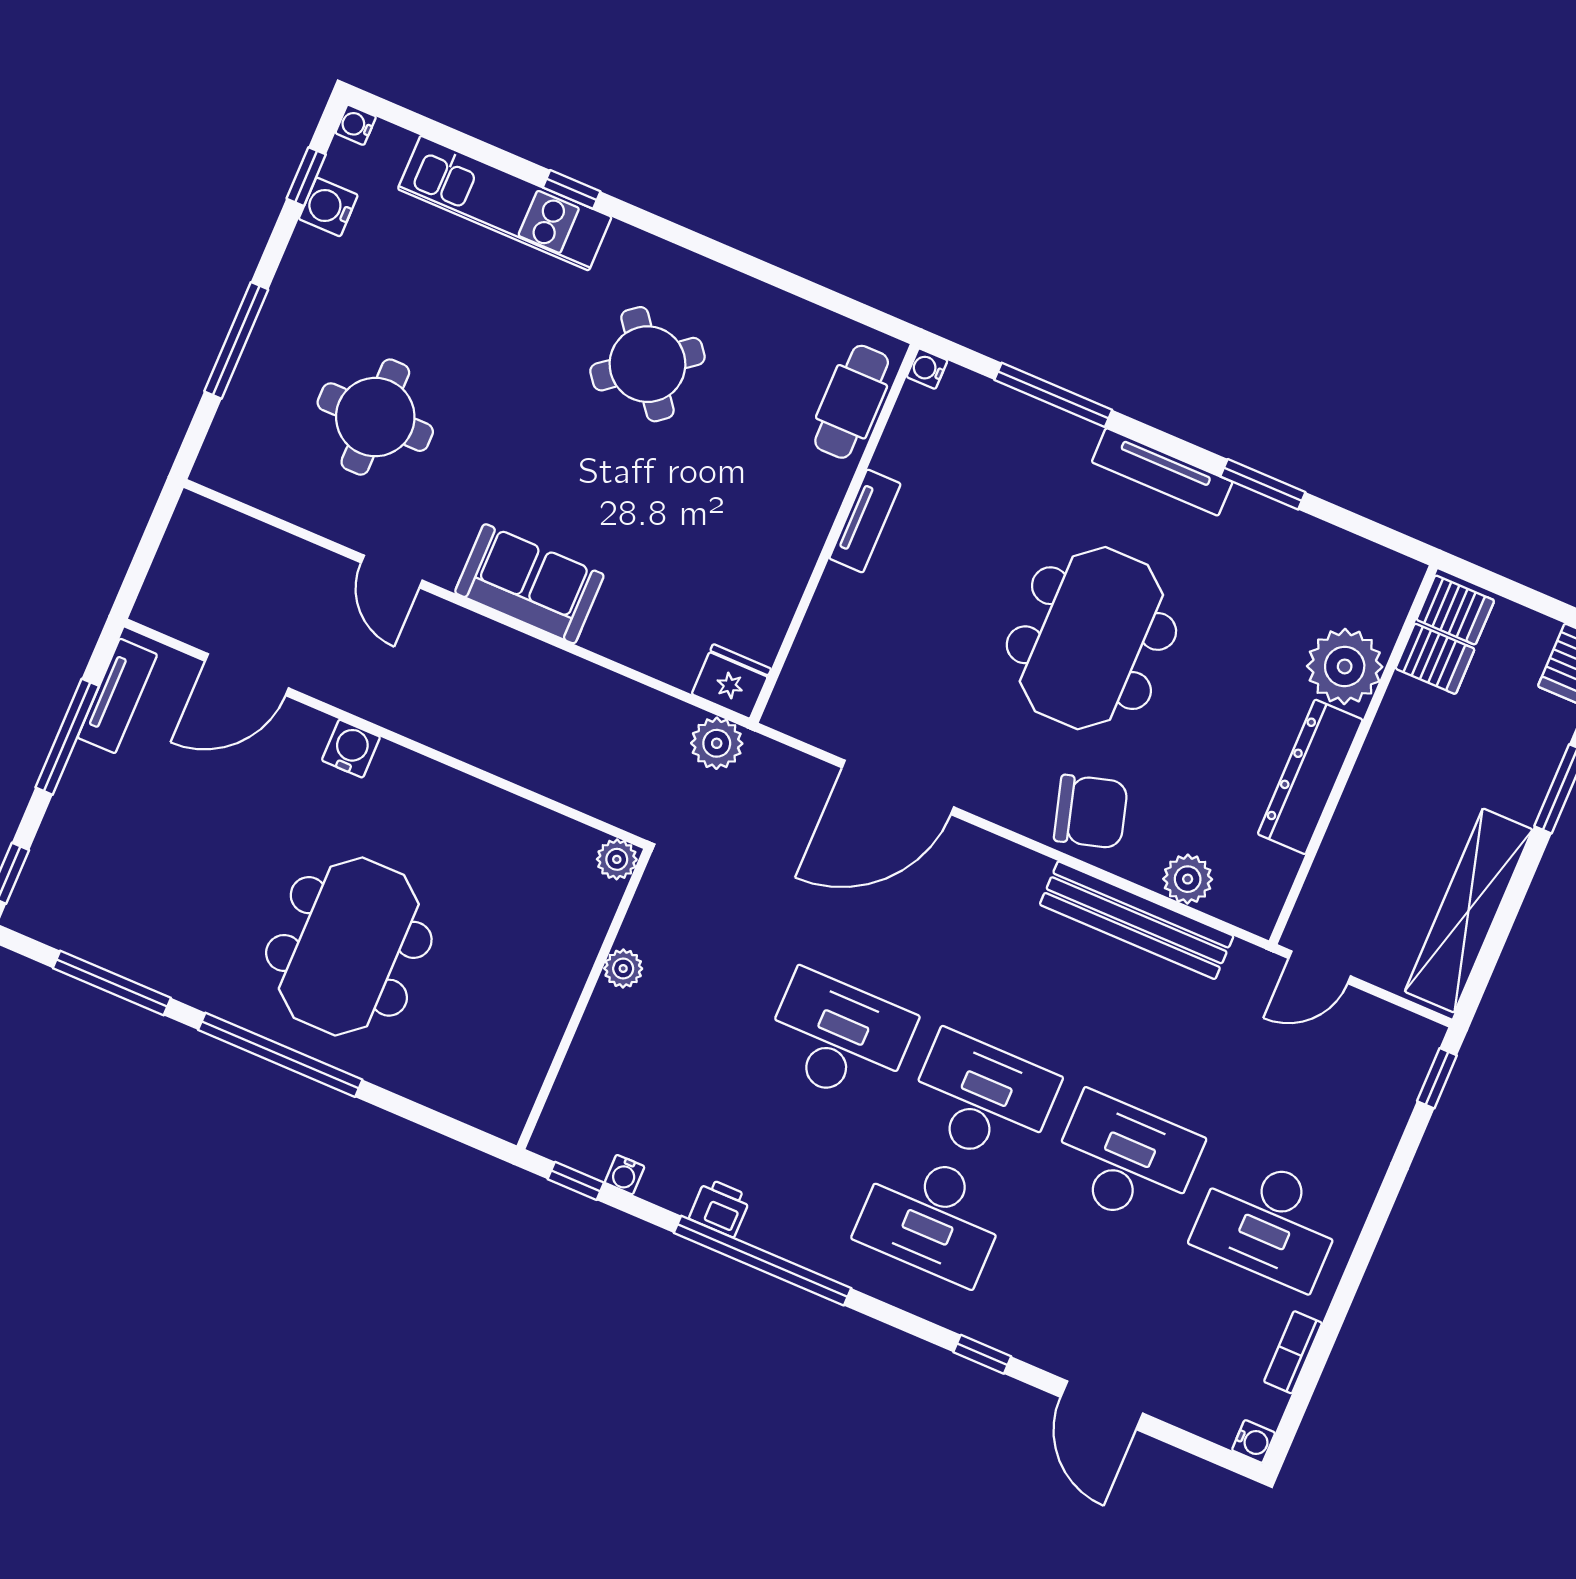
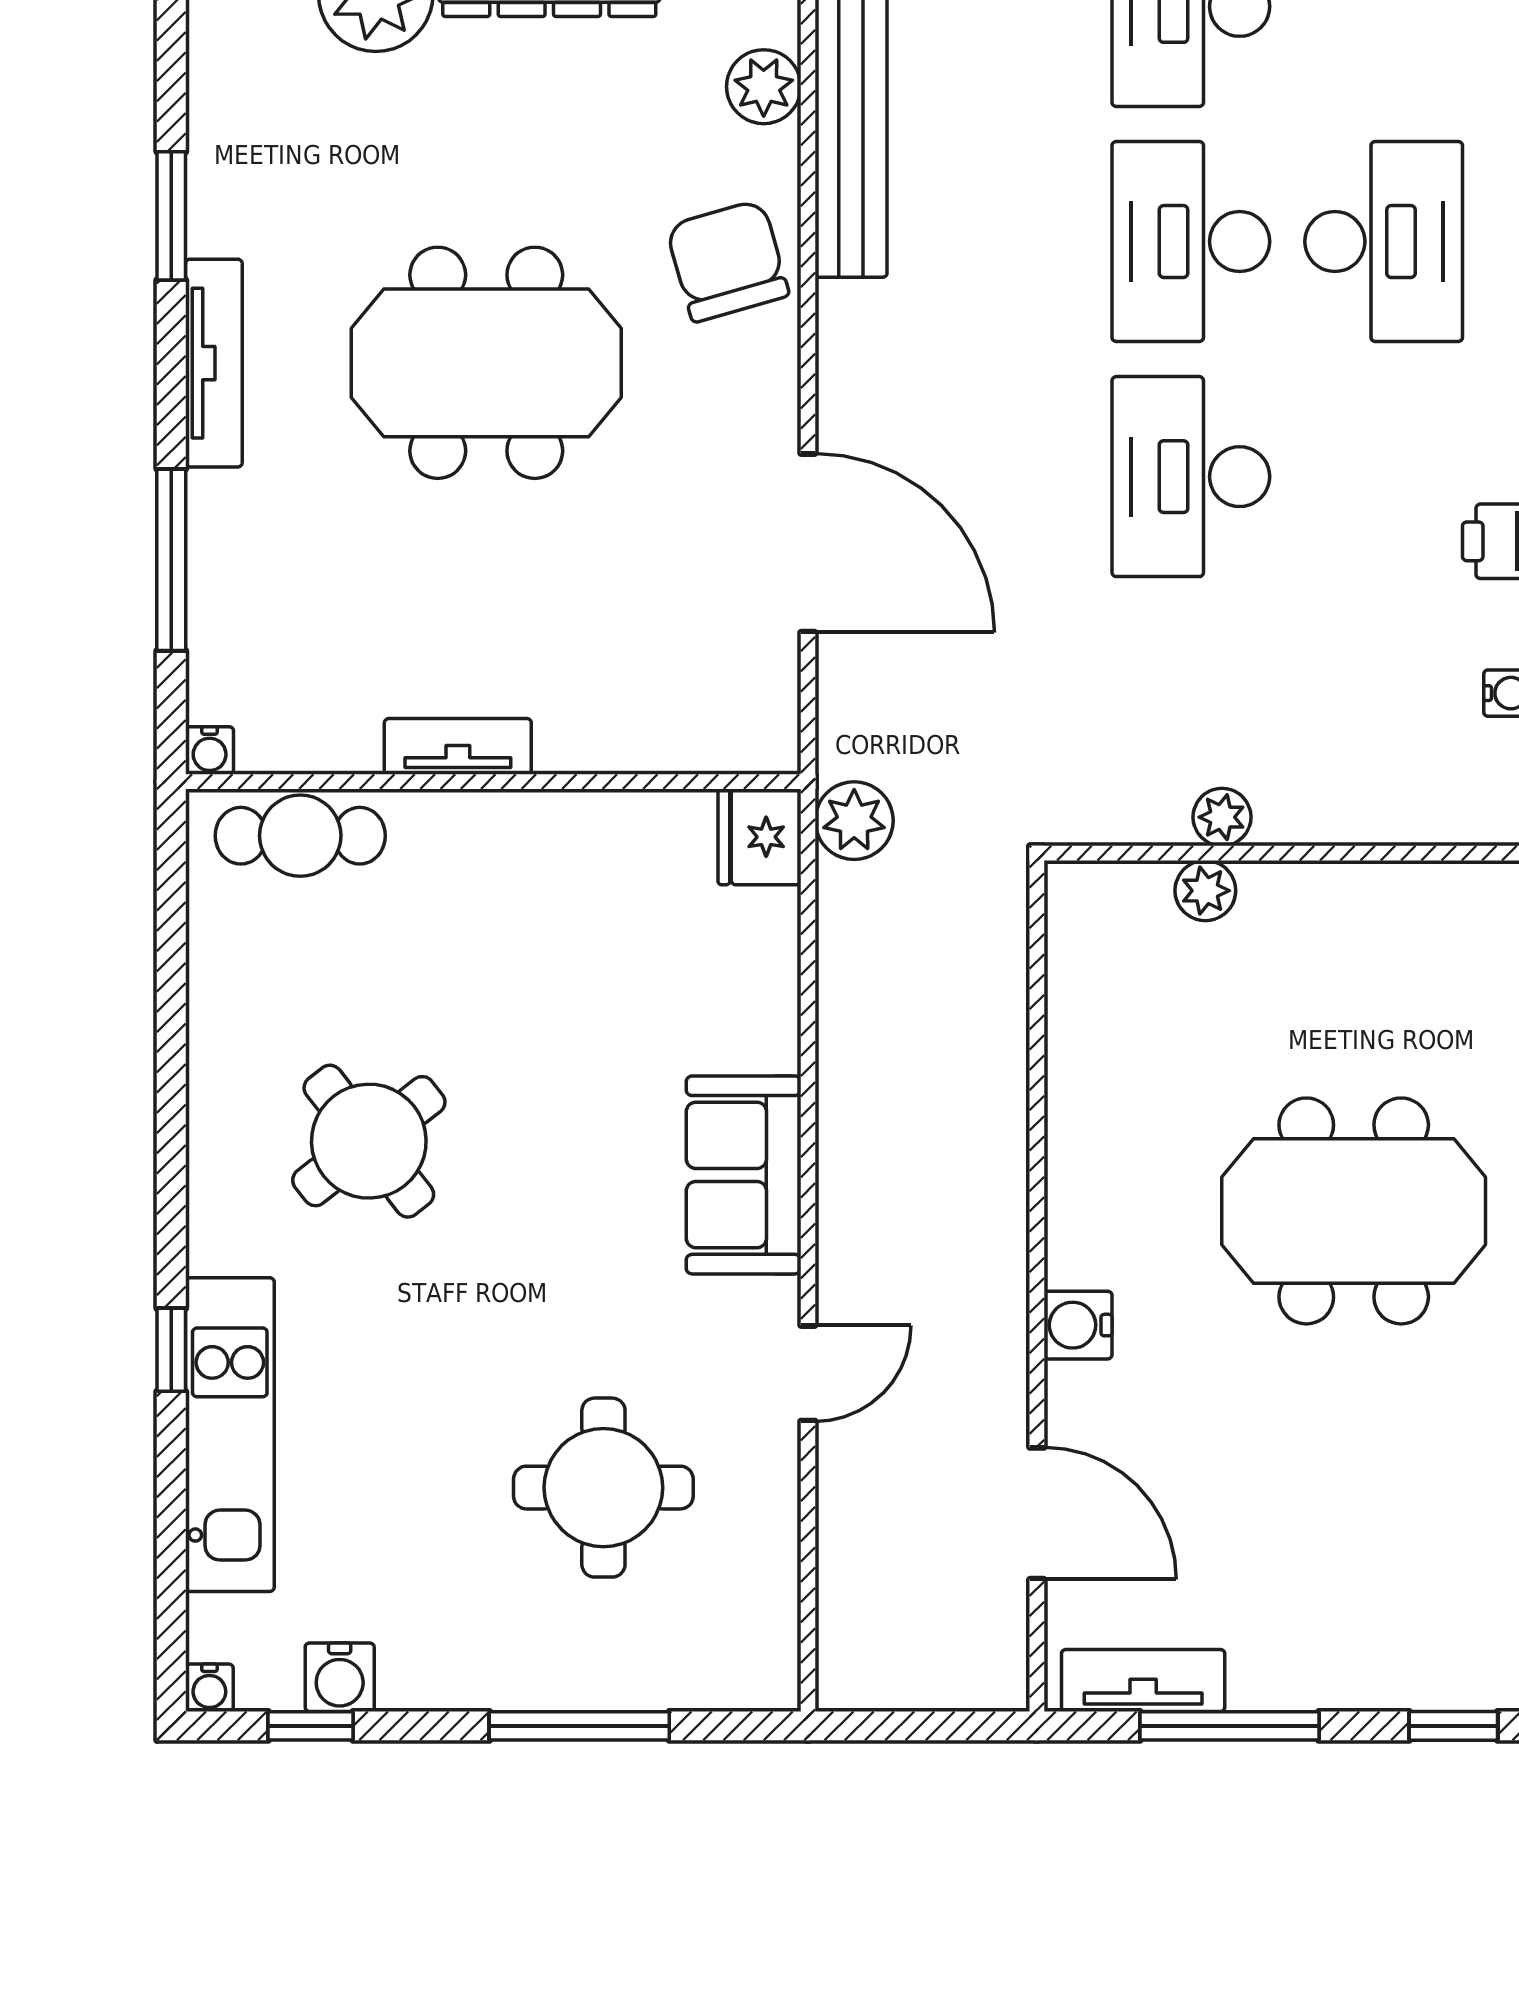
plant: (617, 859) -> (1205, 891), moved

